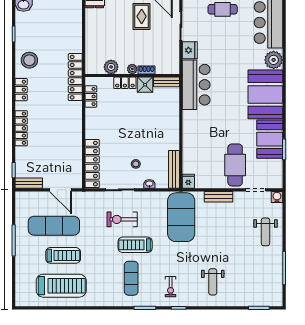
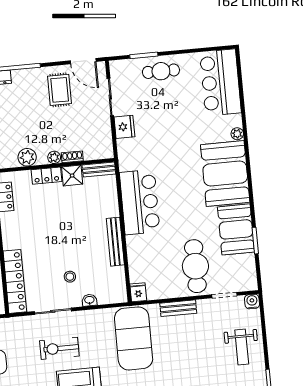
plant: (274, 60) -> (237, 134), width x0.53, depth x0.53
bar counter: (196, 85) -> (140, 202), moved
bench: (174, 169) -> (115, 242), moved

